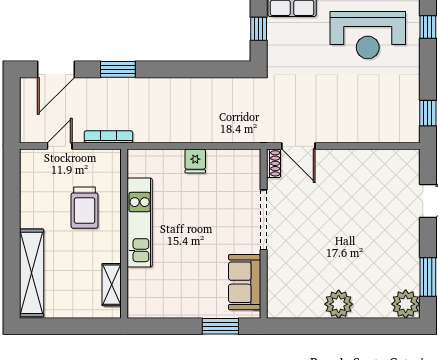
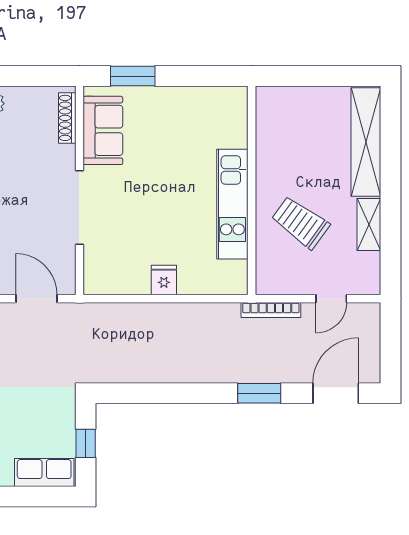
shoe rack: (274, 163) -> (67, 118), moved, width x1.43
trolley: (85, 208) -> (300, 222), turned -54
shelving: (112, 285) -> (369, 224), moved

